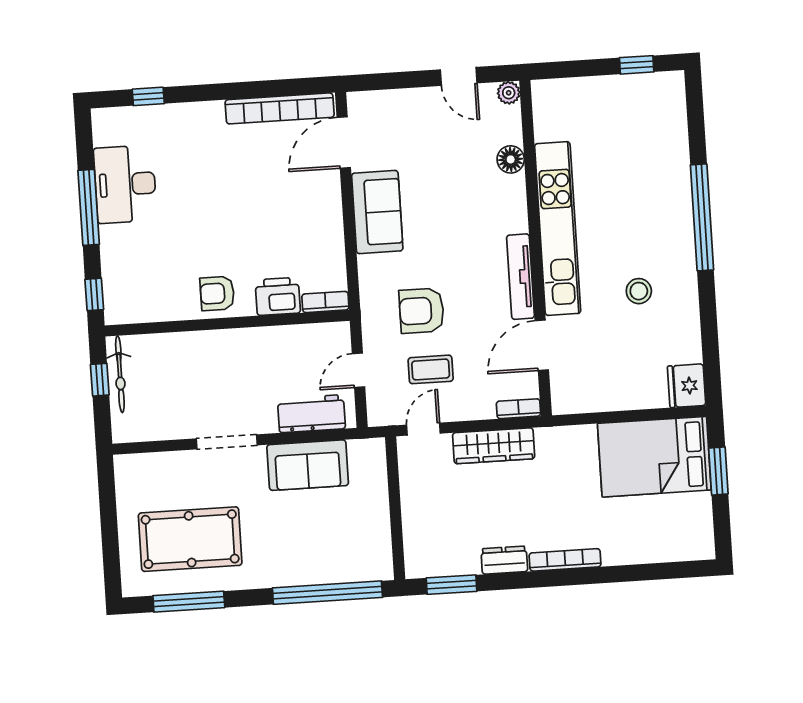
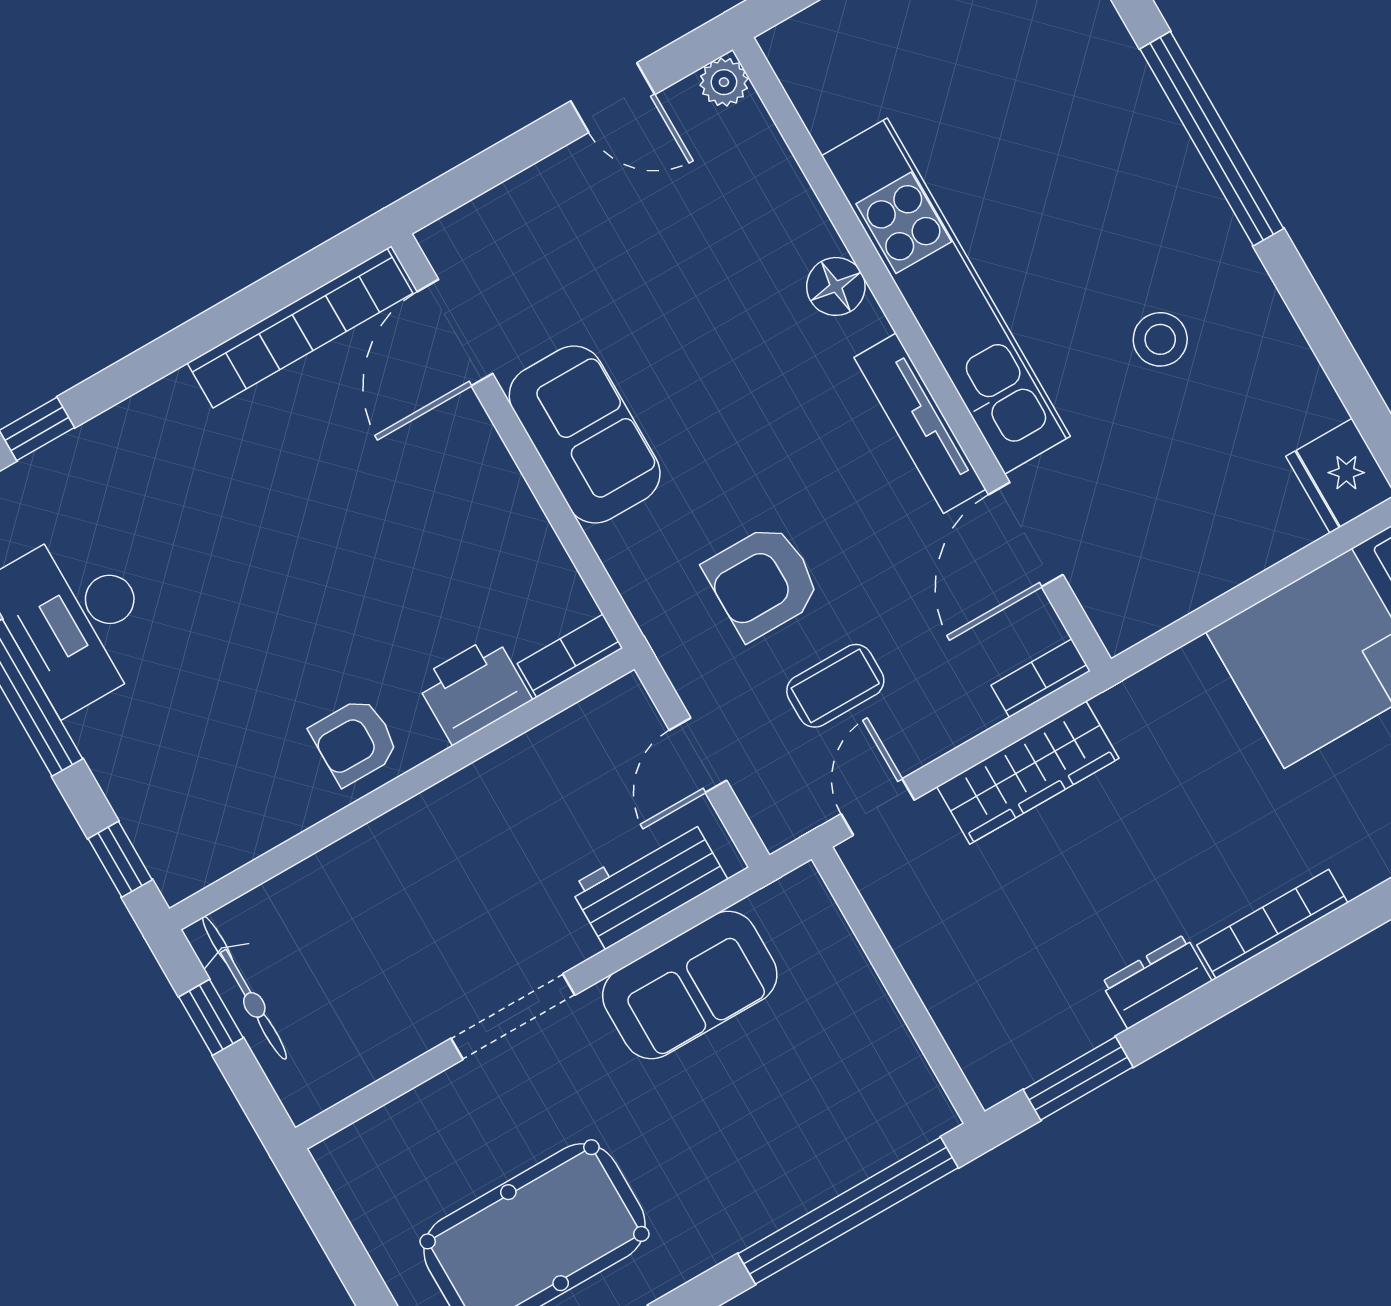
floor lamp: (511, 159) -> (836, 286), moved

